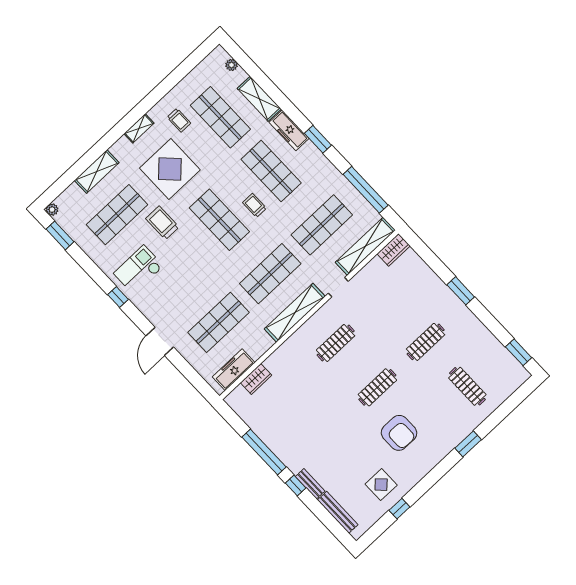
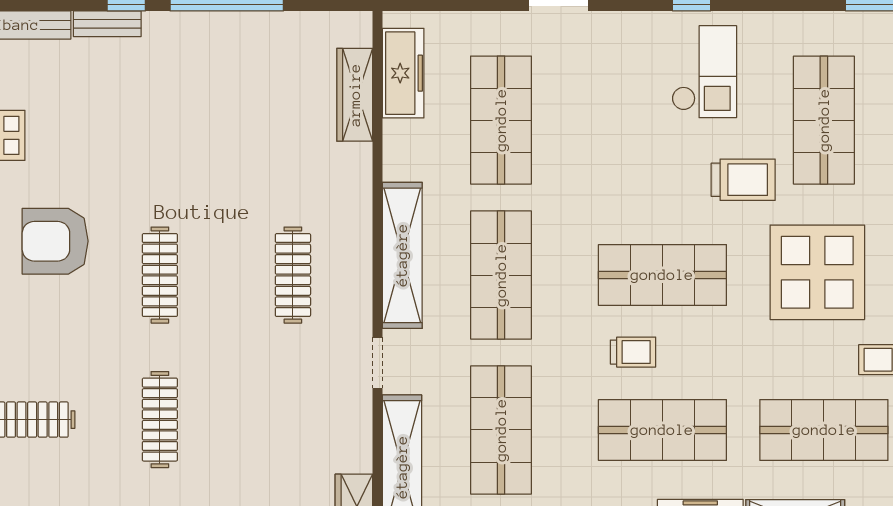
wardrobe: (256, 379) -> (355, 95), width x1.50

